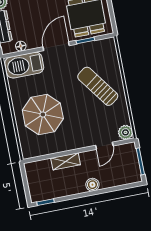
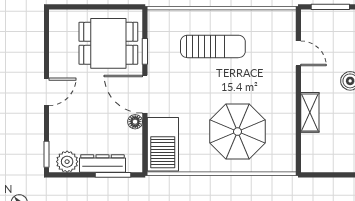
floor lamp: (21, 46) -> (135, 122), moved
sun lounger: (98, 86) -> (213, 46), turned -144
plant: (125, 132) -> (285, 20), removed

